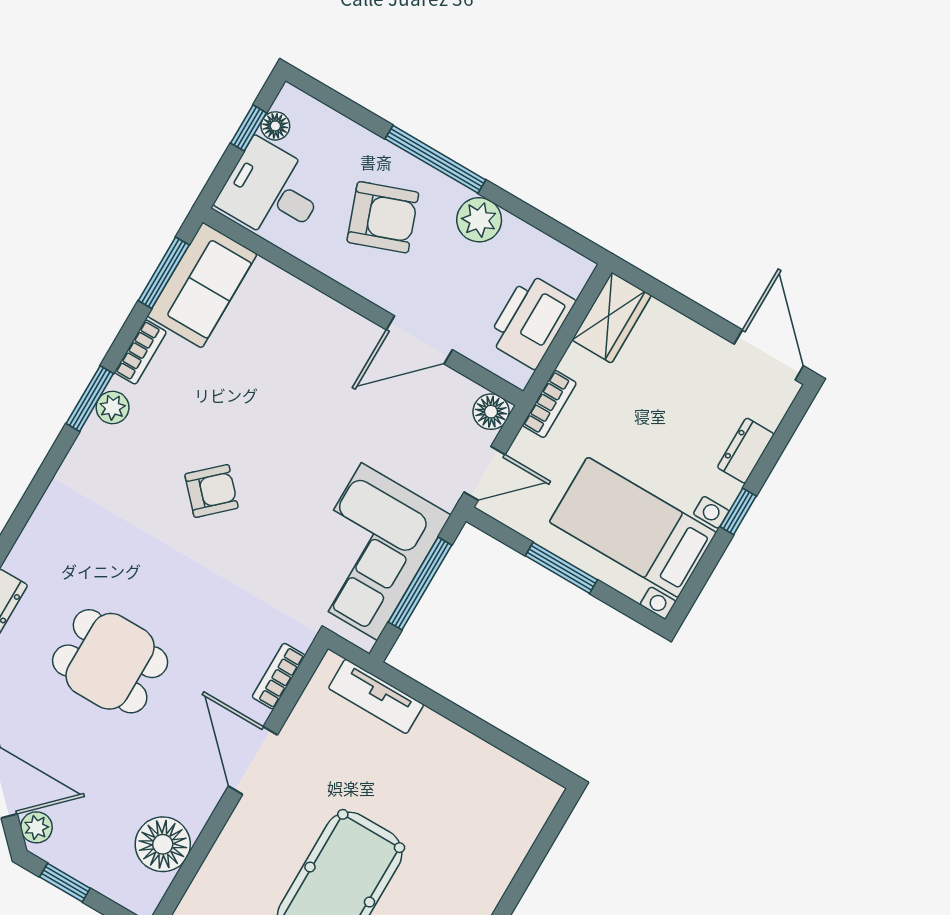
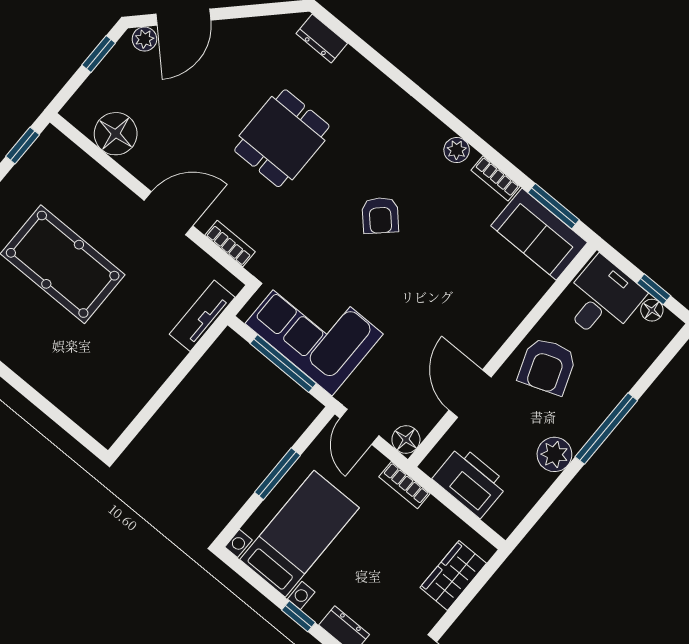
armchair: (383, 217) -> (547, 366), moved
wardrobe: (612, 318) -> (453, 575), moved, turned 90
window: (90, 399) -> (466, 134), removed
dining table: (110, 661) -> (282, 138), moved

